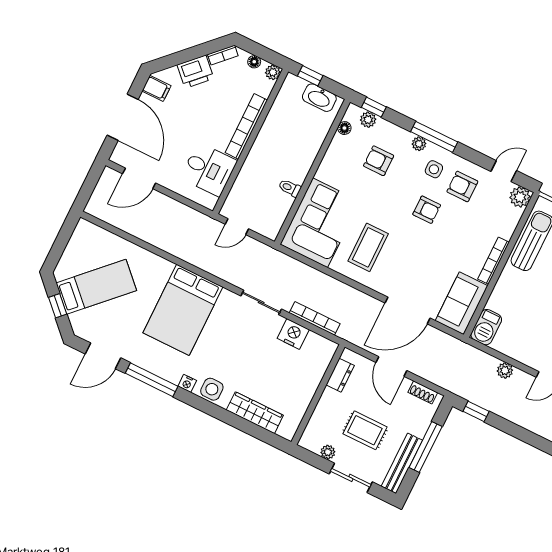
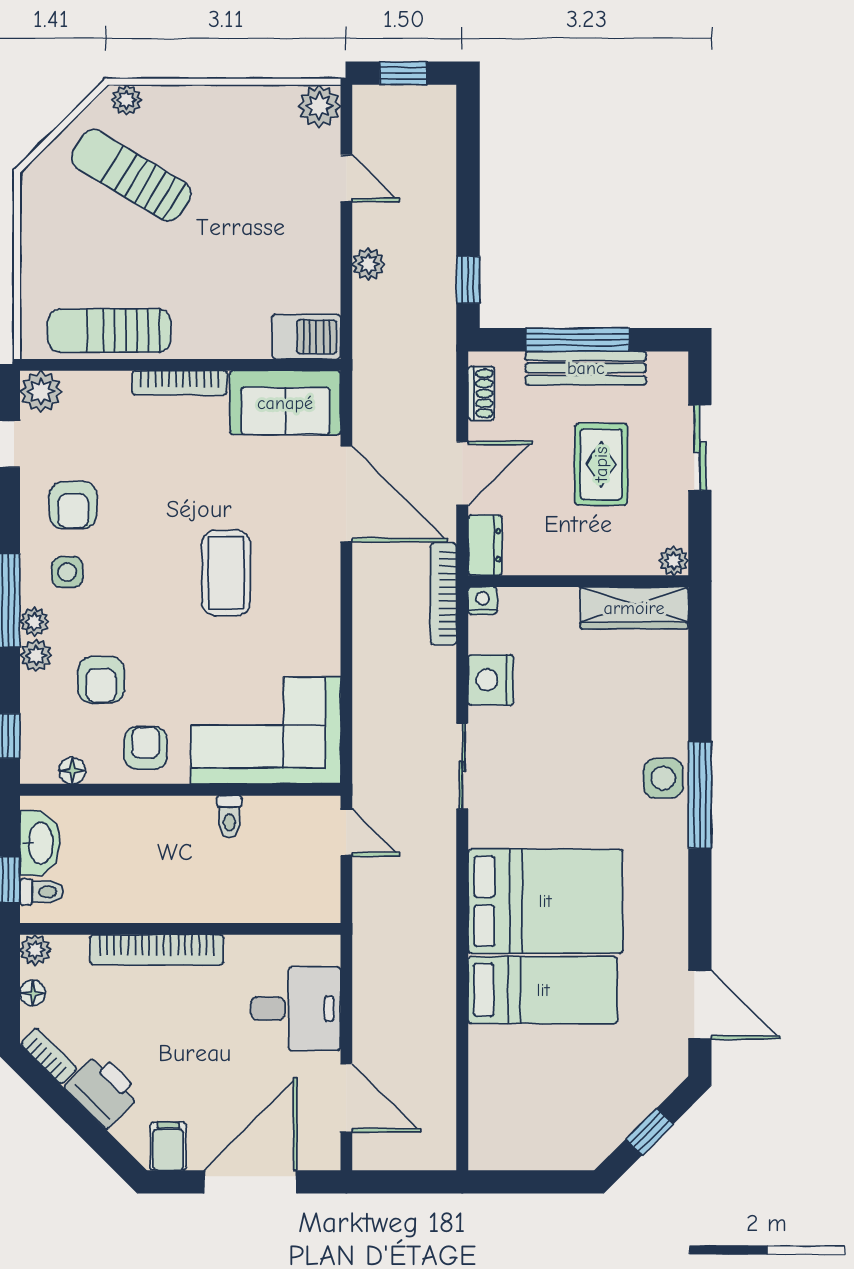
toilet: (297, 88) -> (42, 892), added
plant: (368, 120) -> (36, 655), moved
desk: (209, 169) -> (296, 1009), moved, turned 90
armchair: (427, 210) -> (146, 748), moved
door: (237, 227) -> (346, 832), moved
coffee table: (368, 247) -> (226, 573), moved, turned 90
bed: (96, 287) -> (543, 990), moved, turned 135
bookcase: (315, 318) -> (443, 594), moved
dresser: (340, 375) -> (485, 545), moved, turned 90
window: (152, 380) -> (700, 795), moved
nightstand: (187, 383) -> (482, 601), moved, turned -90
wardrobe: (255, 413) -> (634, 608), moved, turned -90
plant: (328, 452) -> (674, 561), moved
bench: (402, 463) -> (586, 368), moved

